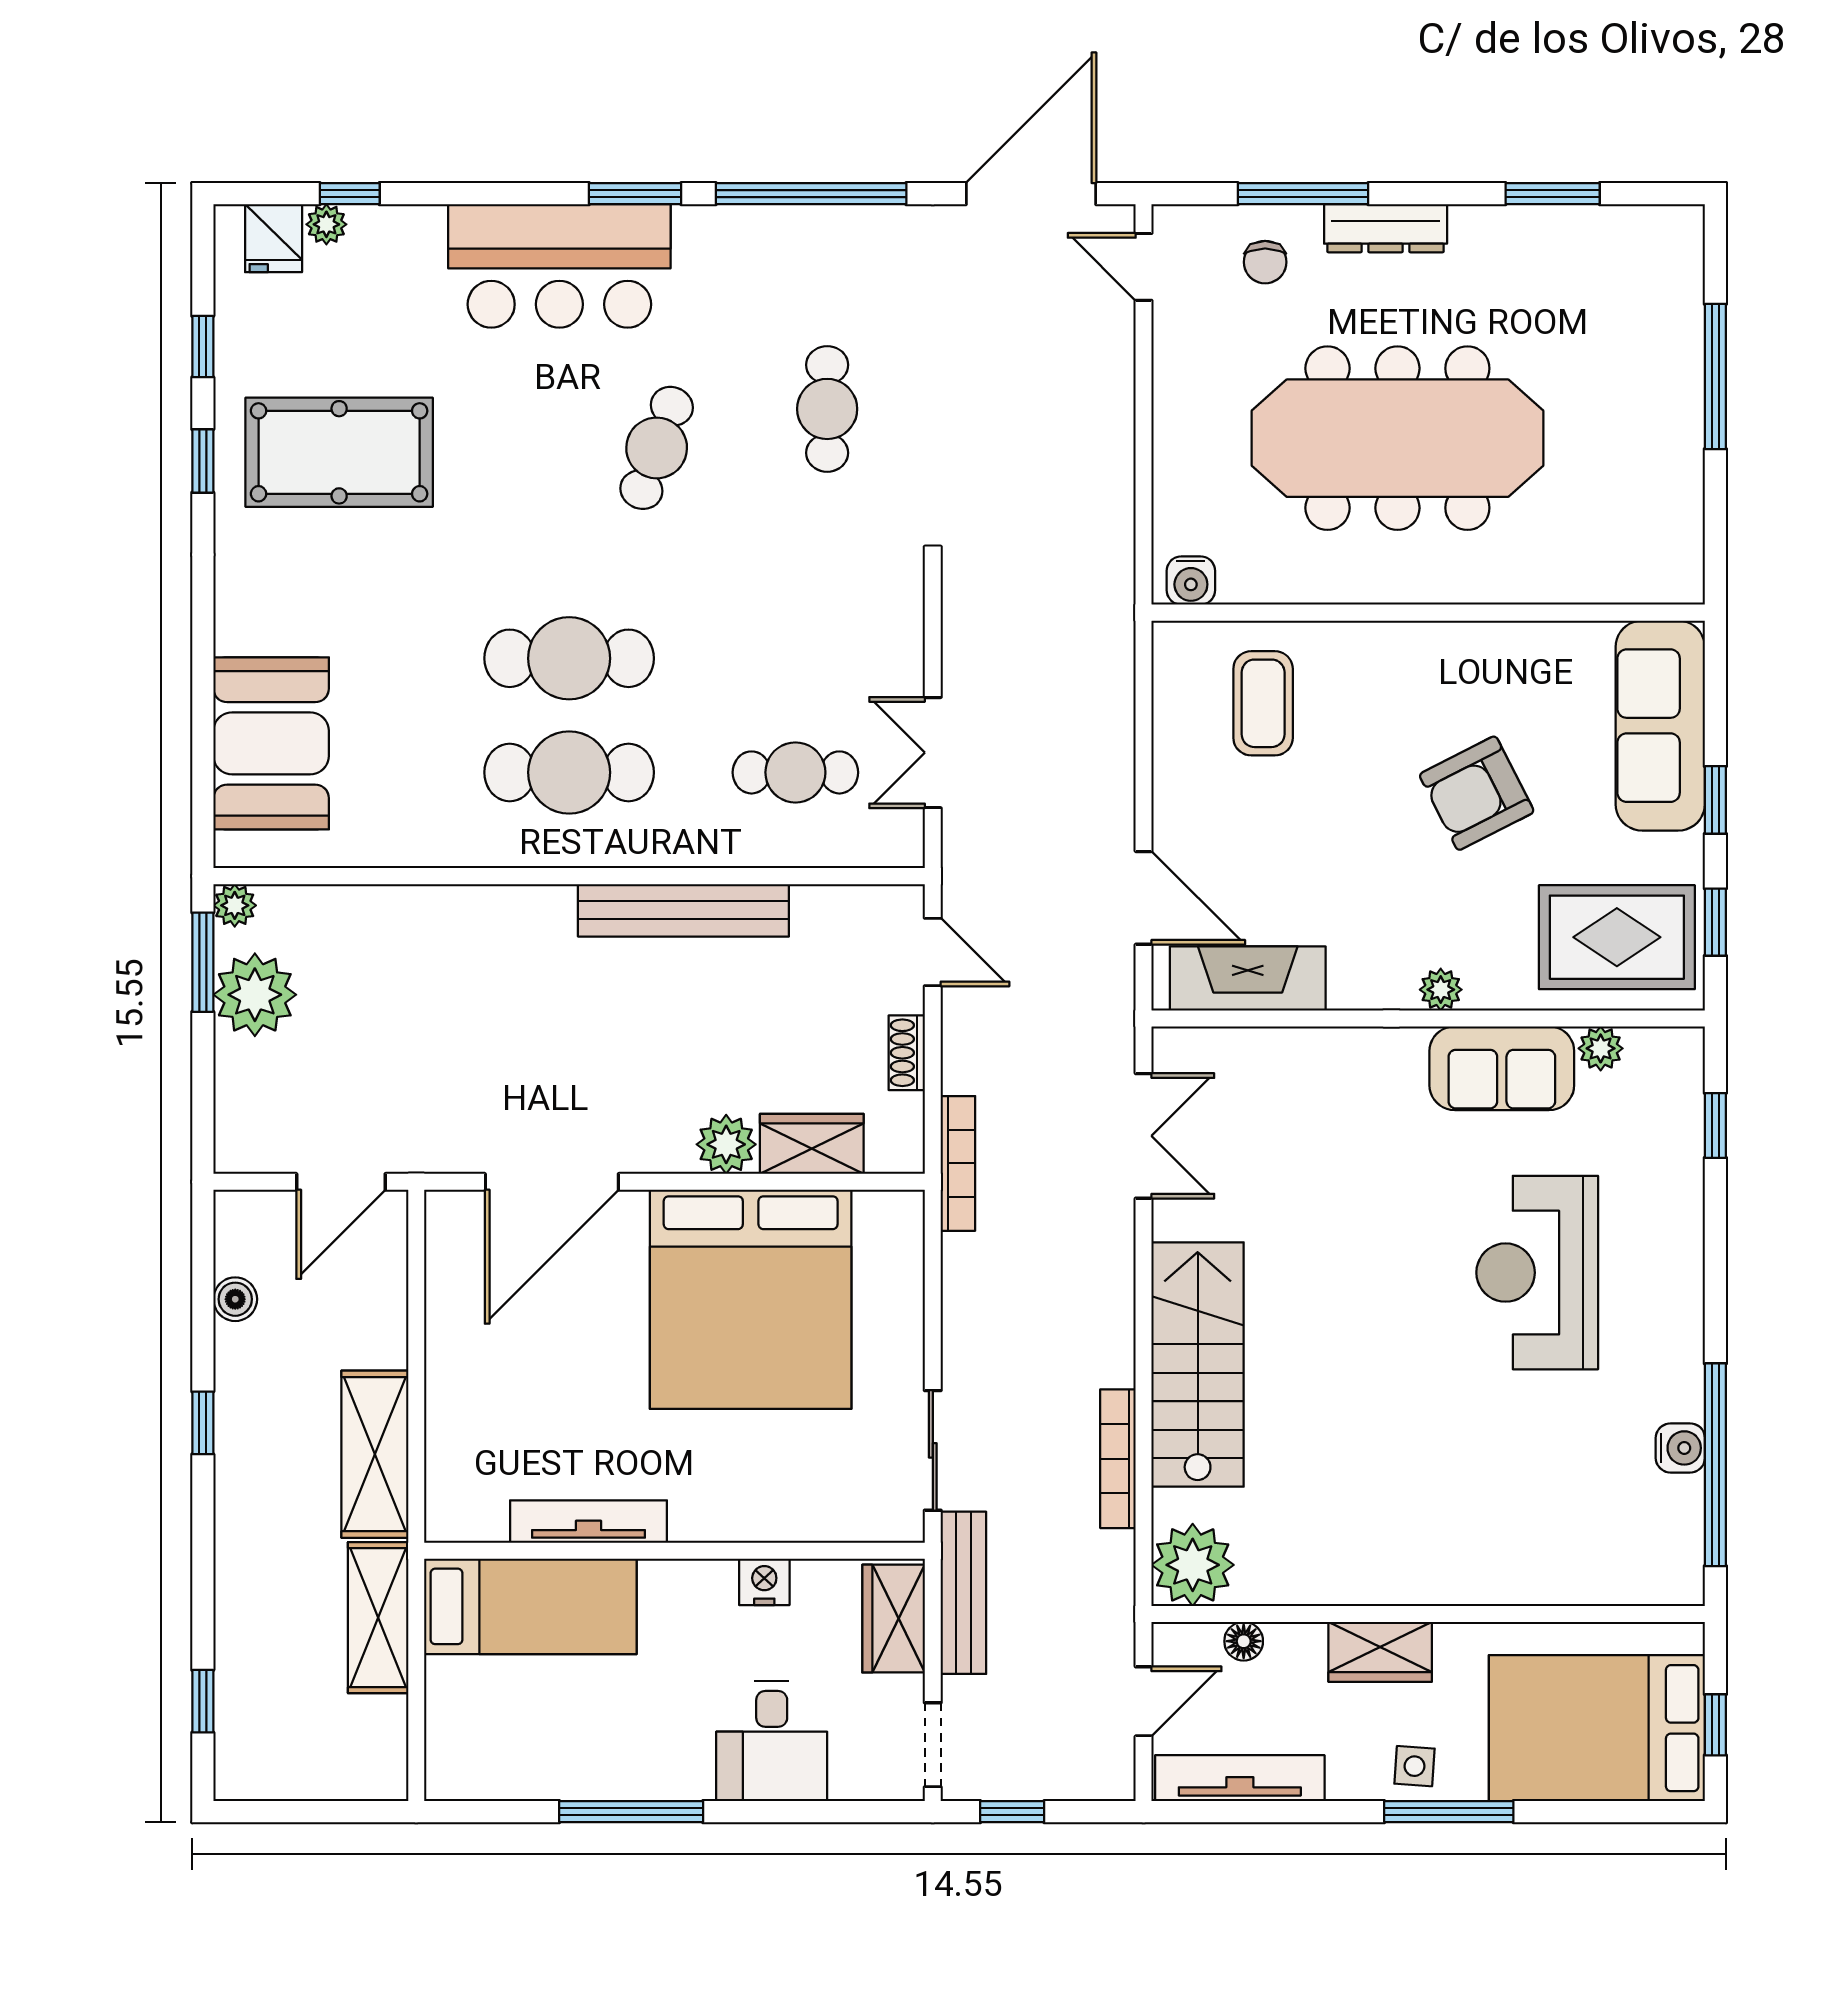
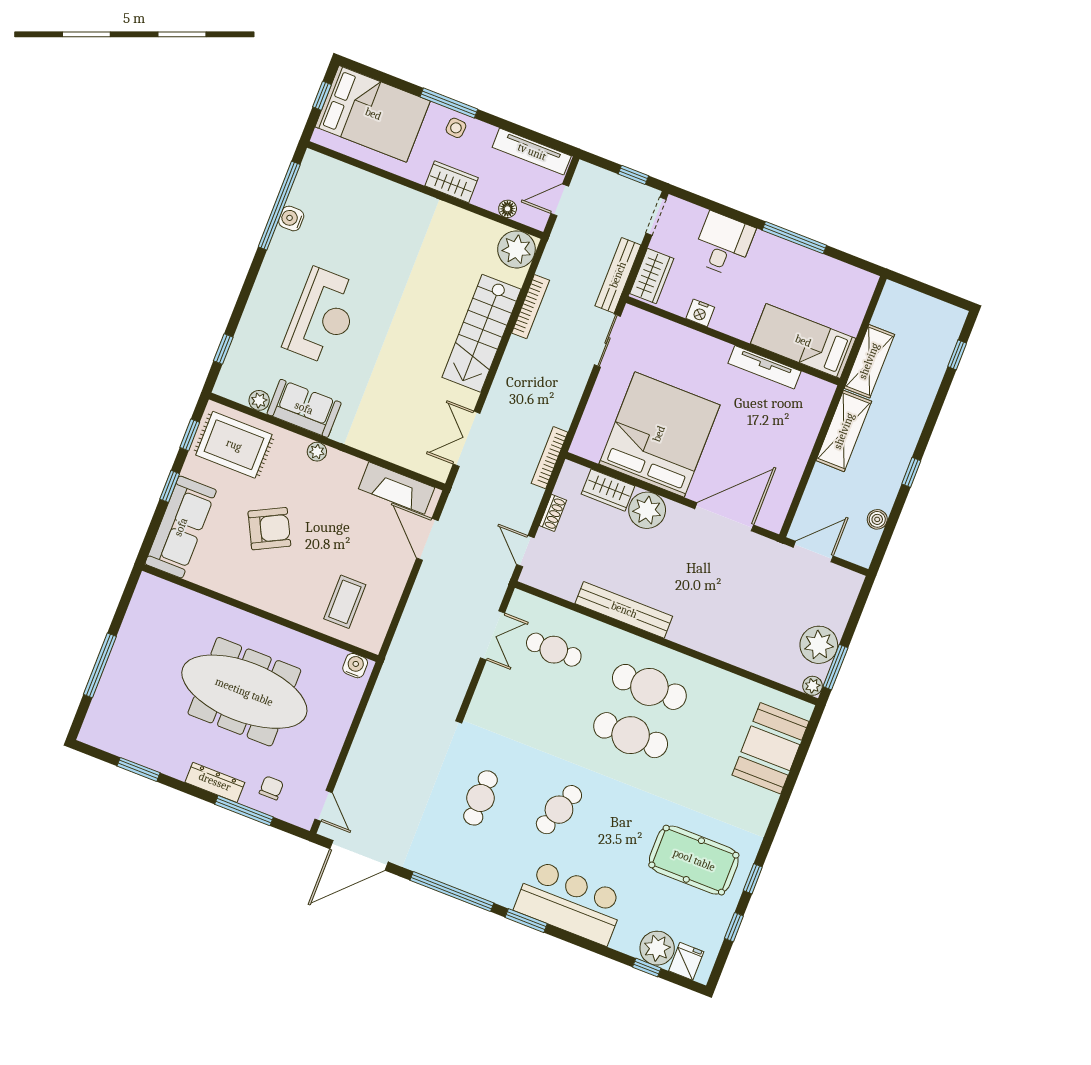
plant: (326, 224) -> (657, 948), width x1.87, depth x1.87
plant: (726, 1144) -> (647, 510), width x1.36, depth x1.36

